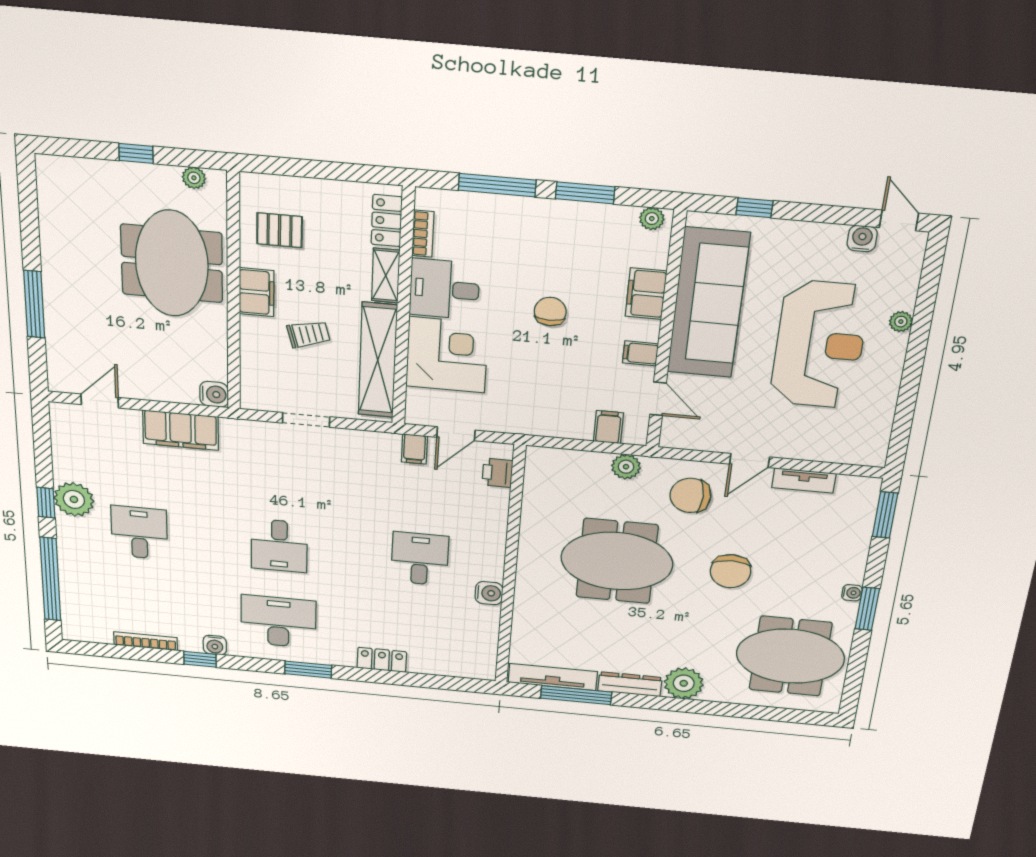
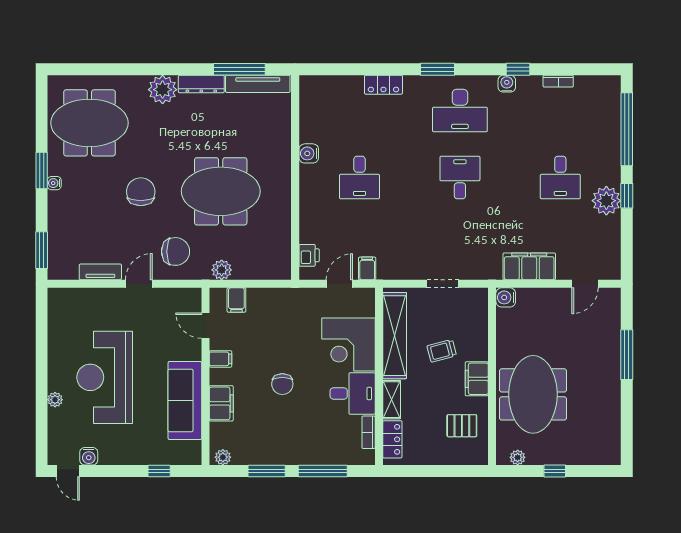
sofa: (708, 303) -> (185, 400), width x0.74, depth x0.79
bookcase: (146, 641) -> (558, 81), width x0.64

